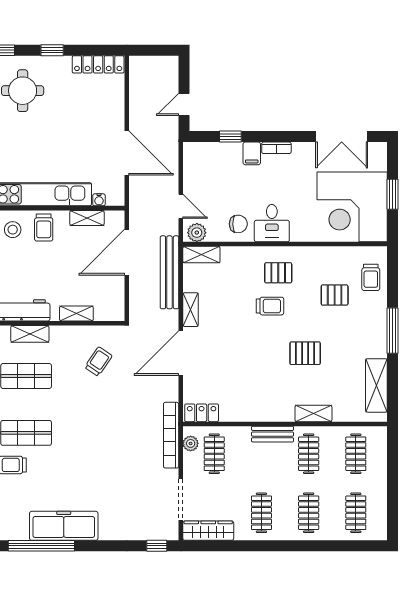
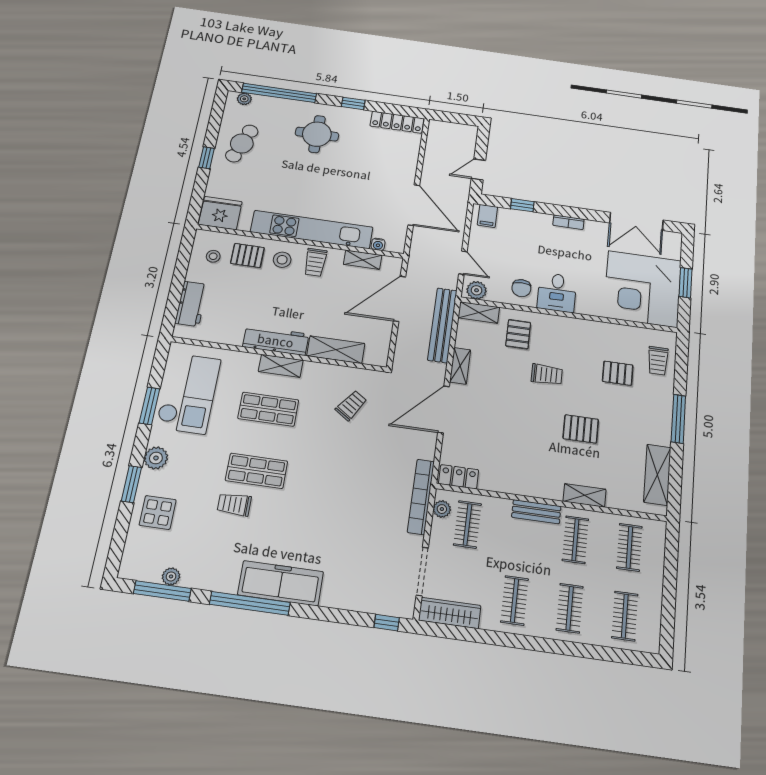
filing cabinet: (252, 153) -> (487, 216), moved
chair: (238, 224) -> (521, 288), turned 90
pallet: (278, 273) -> (518, 334), moved, turned 90
shelving: (76, 313) -> (336, 350), width x1.50, depth x1.33

